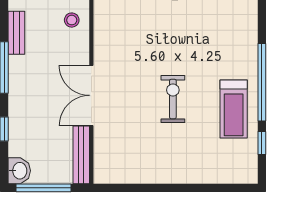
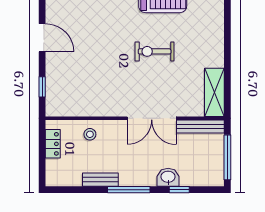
washbasin: (19, 171) -> (168, 177), moved
shelving: (123, 172) -> (214, 92), added

